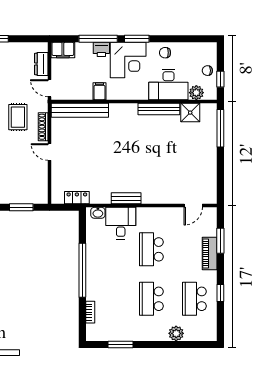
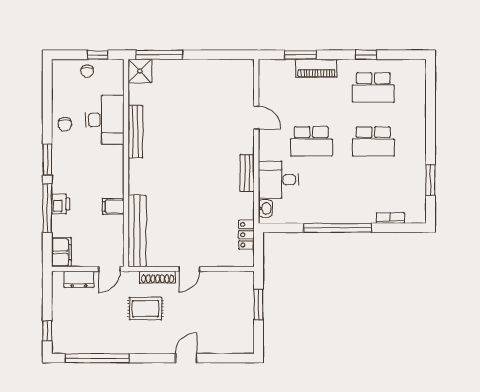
corner desk: (128, 60) -> (74, 170), removed
plant: (196, 93) -> (115, 85), removed
shower: (190, 113) -> (140, 71), moved
door: (193, 205) -> (256, 118), moved
plant: (176, 333) -> (417, 110), removed

